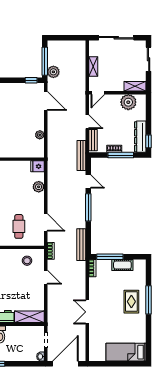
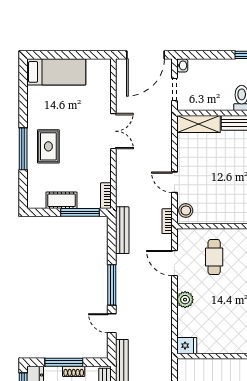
plant: (39, 187) -> (185, 300), moved
stool: (27, 261) -> (186, 210), moved

